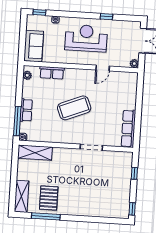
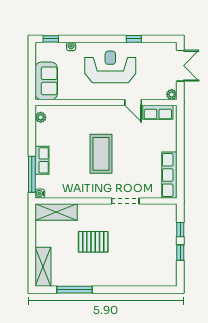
door: (103, 68) -> (133, 103), hinge flipped
row of seats: (52, 73) -> (158, 112), moved
coffee table: (74, 108) -> (101, 154), turned -68
pallet: (49, 198) -> (93, 242), moved, turned 90
window: (132, 209) -> (180, 253), moved

